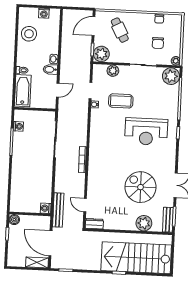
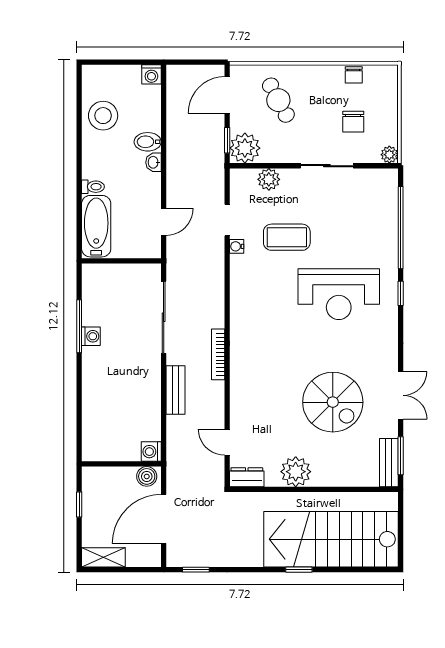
washing machine: (44, 13) -> (151, 74), moved
bidet: (50, 69) -> (148, 142), moved
plant: (171, 76) -> (382, 185), removed
washing machine: (18, 126) -> (91, 336), moved
spiral stairs: (140, 187) -> (333, 402), turned 180
bench: (58, 210) -> (176, 390), moved, width x0.73
boiler: (14, 220) -> (147, 476), moved
plant: (144, 223) -> (296, 472), moved
door: (50, 243) -> (164, 519), hinge flipped
shelving: (37, 262) -> (103, 557), moved

